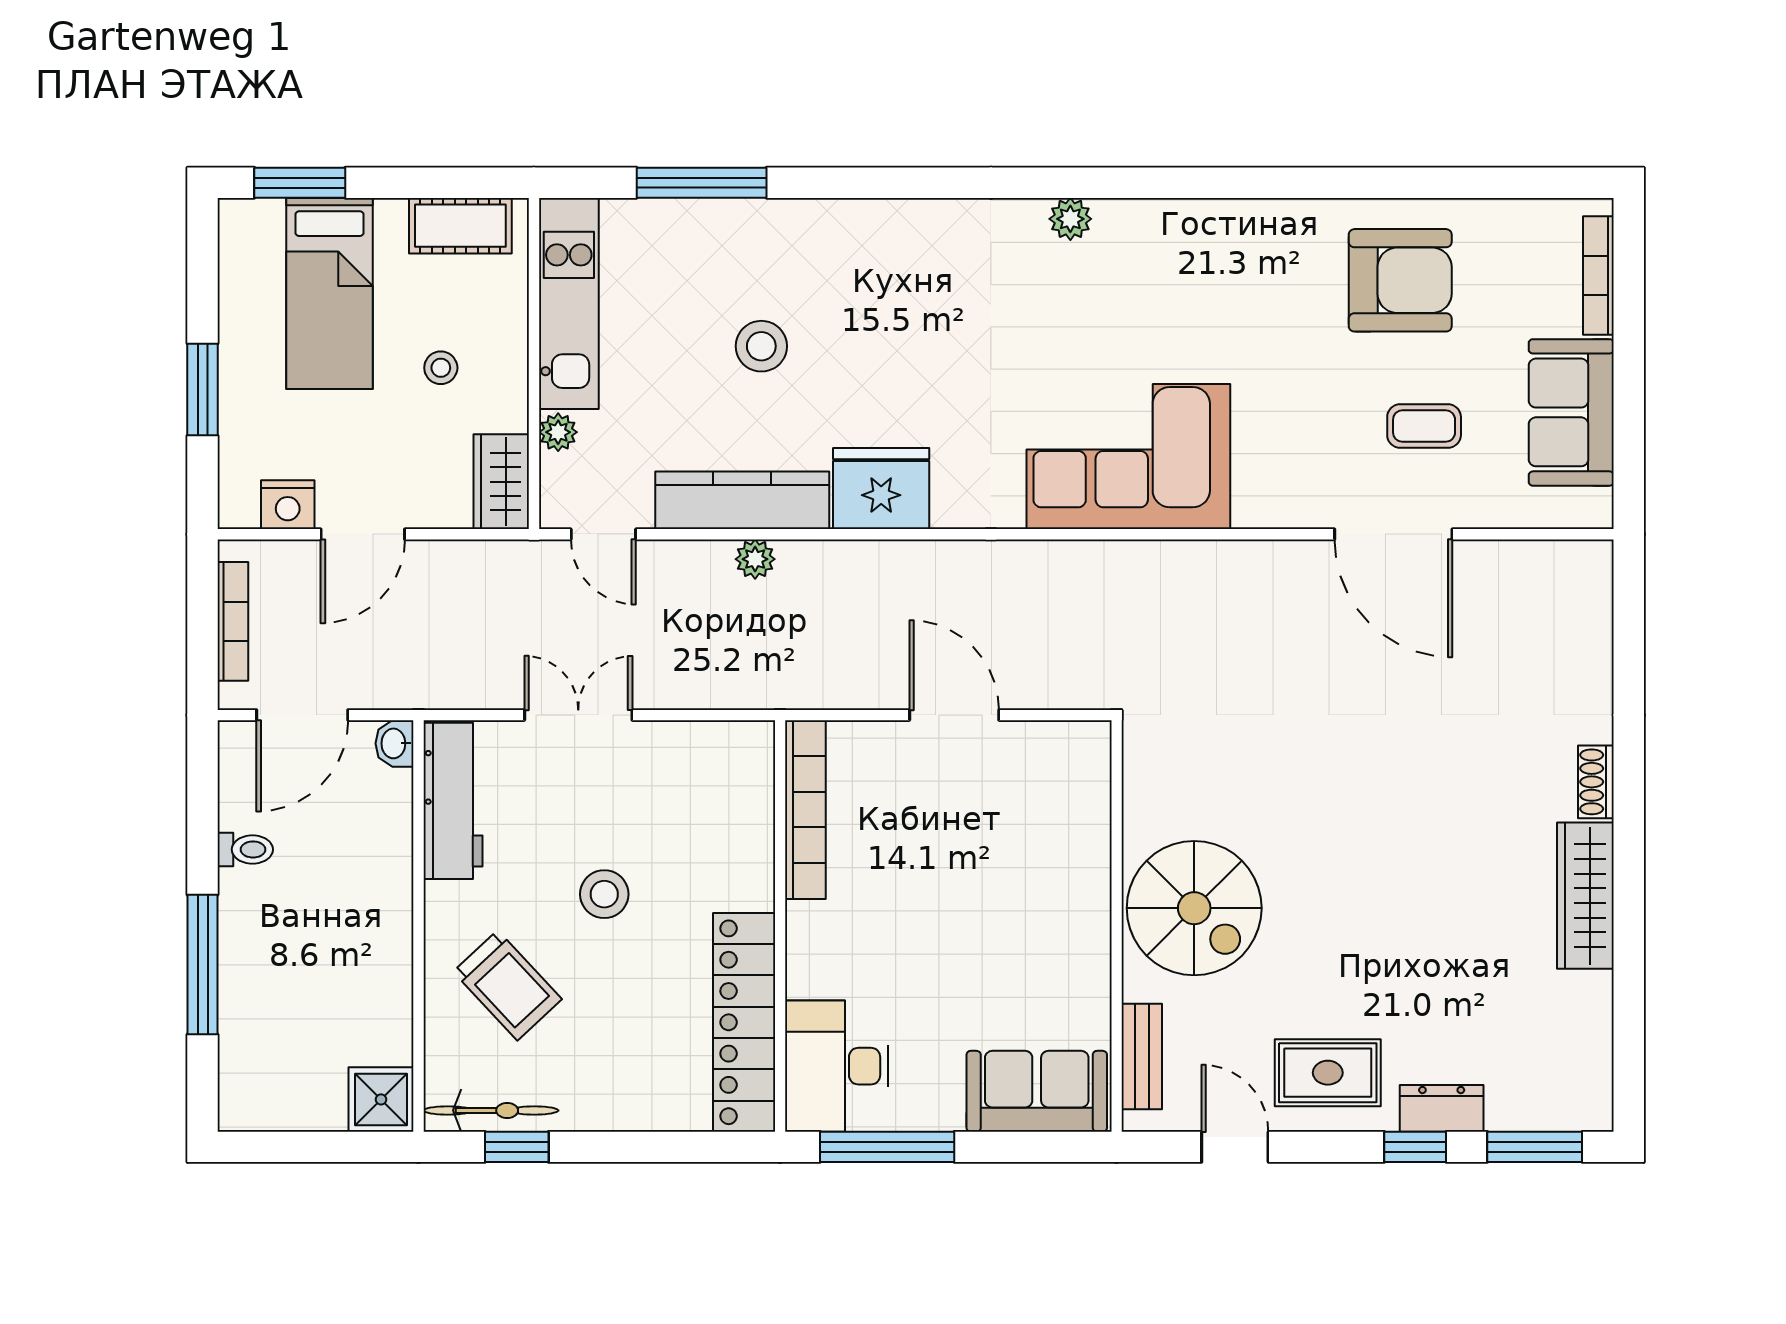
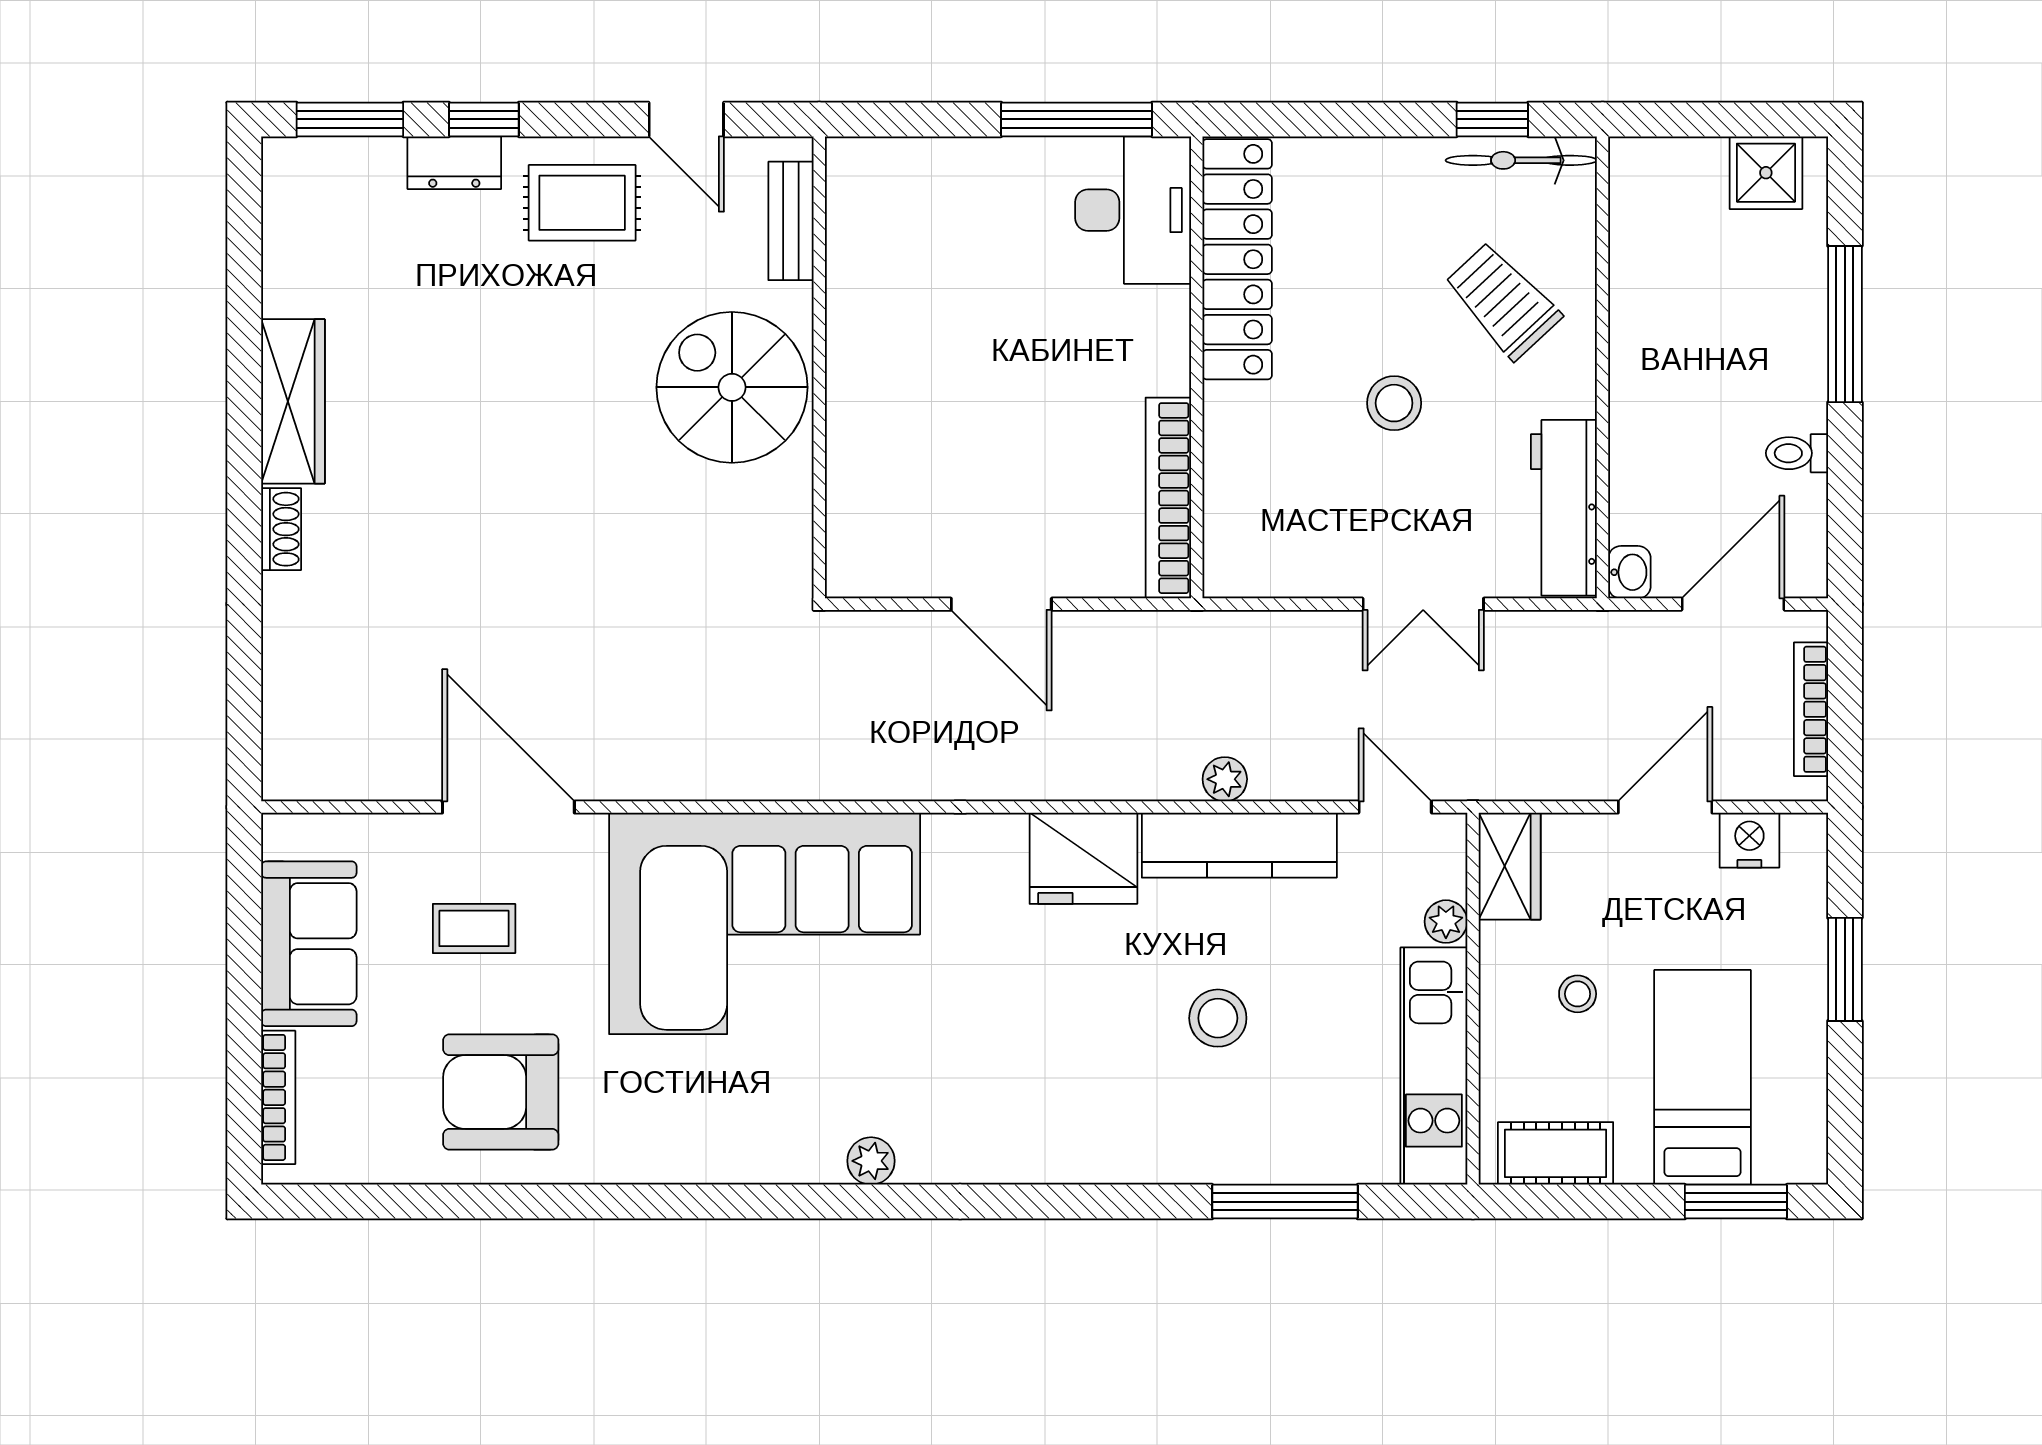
corner sofa: (1128, 457) -> (765, 923), width x1.36, depth x1.36
sofa: (1037, 1091) -> (909, 182), removed
shower: (381, 1099) -> (1766, 173), moved

